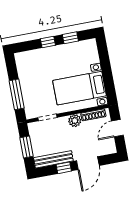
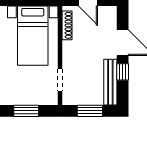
window: (17, 94) -> (26, 111), width x0.69
plant: (75, 121) -> (70, 48), removed

